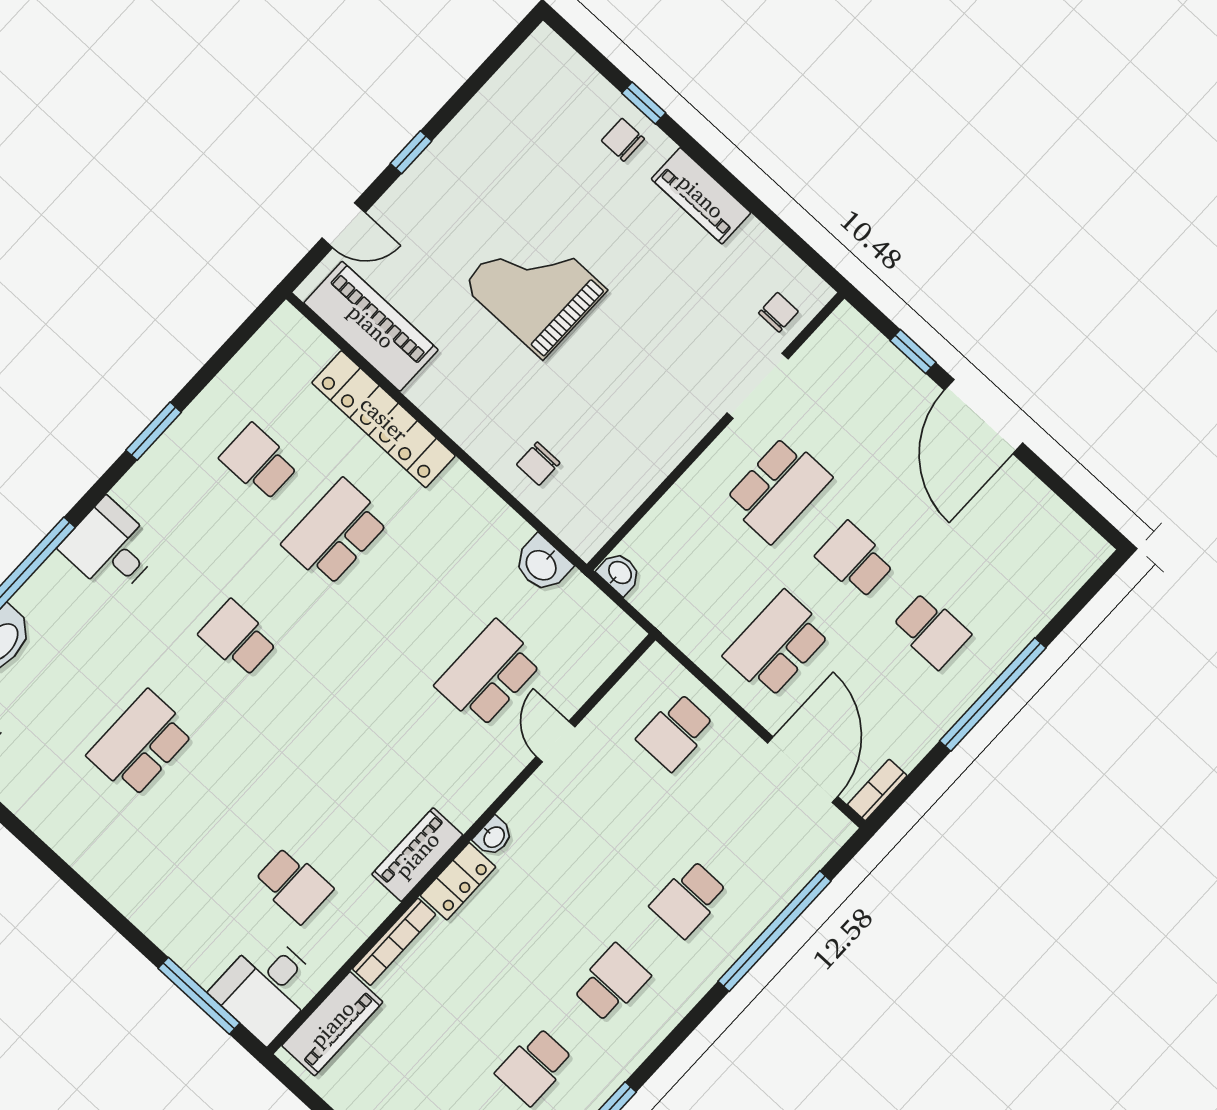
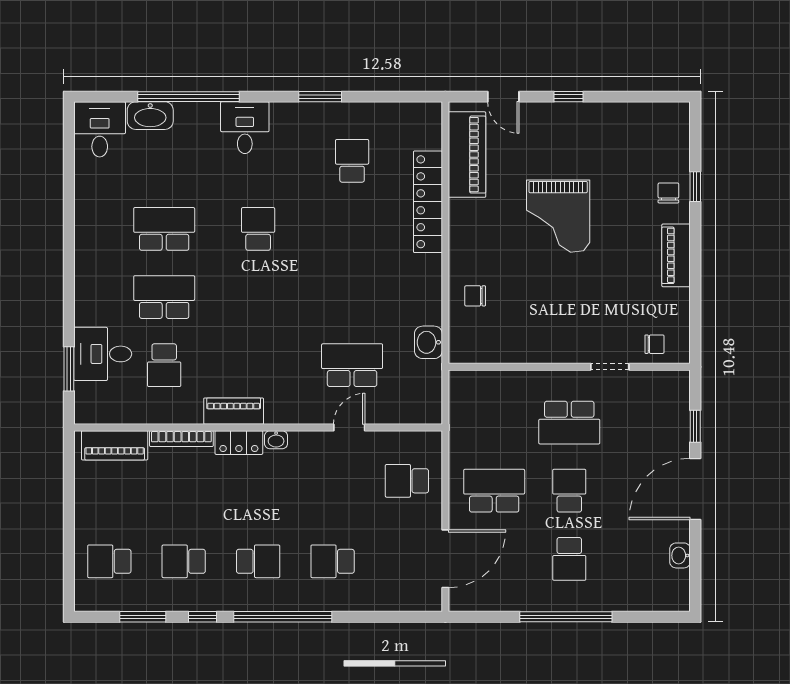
grand piano: (535, 288) -> (558, 216), turned 180
doorway: (758, 386) -> (610, 367), width x0.73
school desk: (335, 533) -> (164, 297), moved
washbasin: (619, 573) -> (680, 555), moved, turned 180
bookcase: (877, 790) -> (469, 604), removed
window: (774, 931) -> (283, 617), moved
desk: (267, 988) -> (103, 354), moved
window: (199, 996) -> (69, 369), width x0.69

